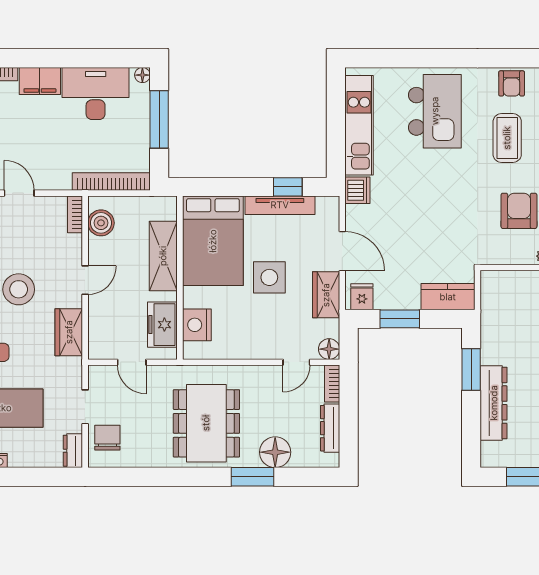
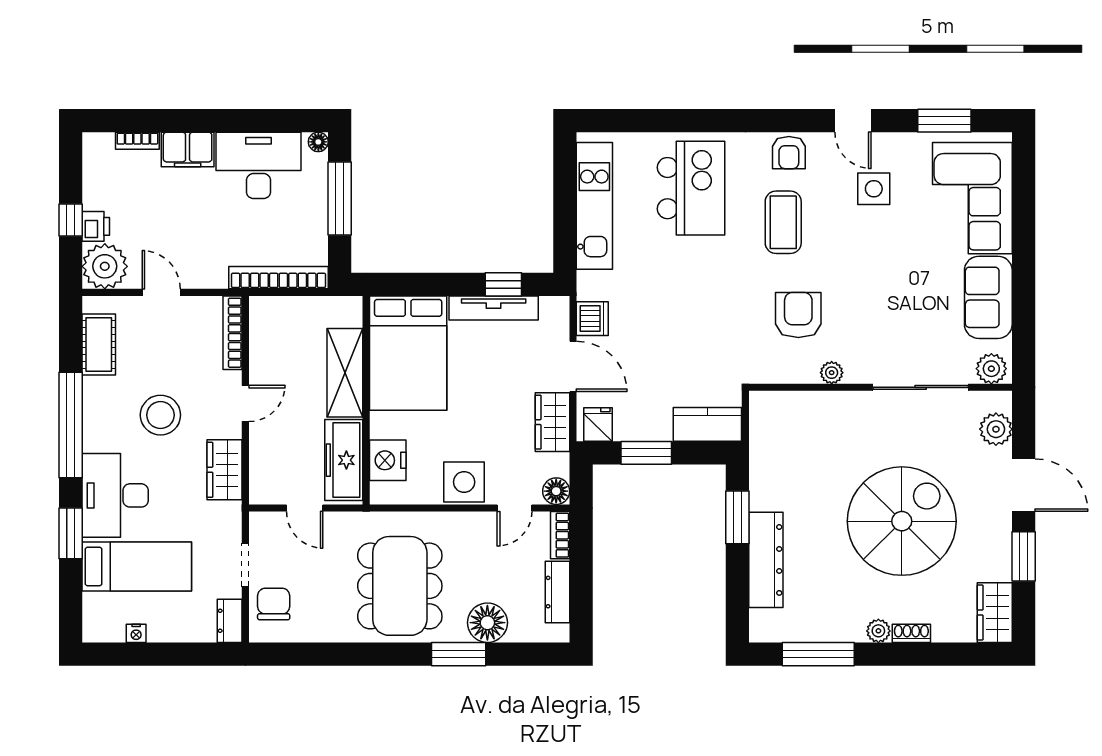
dishwasher: (357, 190) -> (592, 319), moved
bookcase: (75, 214) -> (232, 333), width x1.56
boiler: (101, 223) -> (265, 330), removed
side table: (269, 277) -> (464, 482), moved
freezer: (162, 325) -> (344, 460), width x1.40

